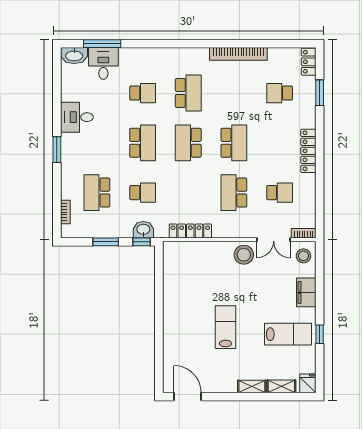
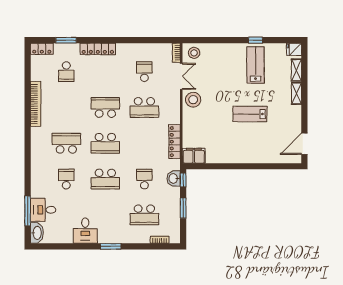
school desk: (143, 143) -> (105, 179), turned 180
locker: (308, 151) -> (98, 49), moved
filing cabinet: (306, 292) -> (194, 156), moved, turned 180

